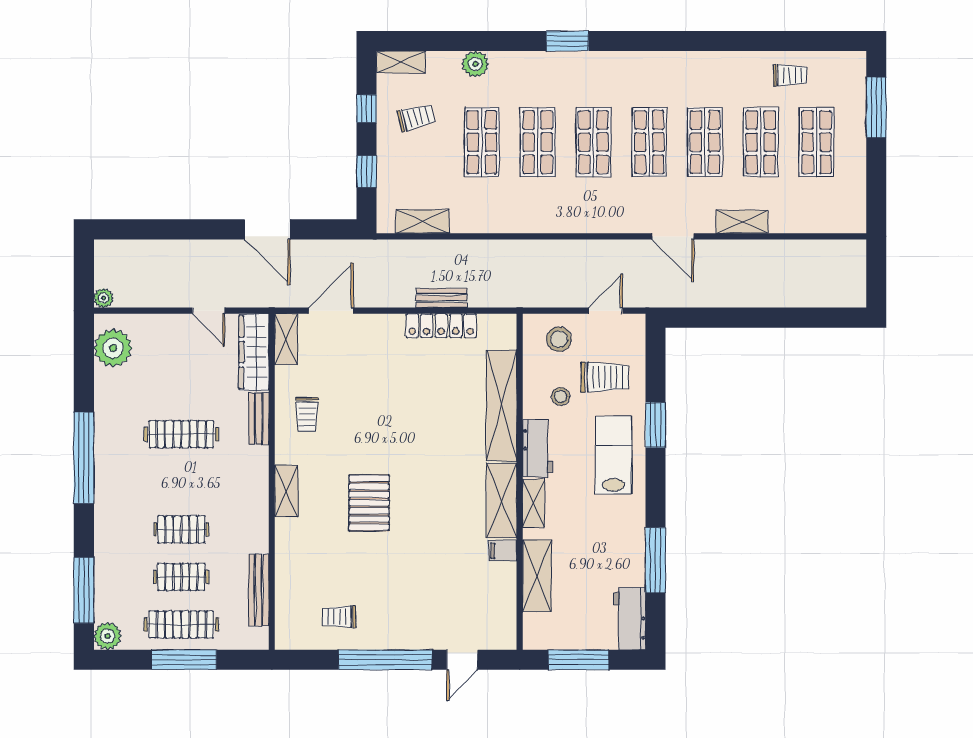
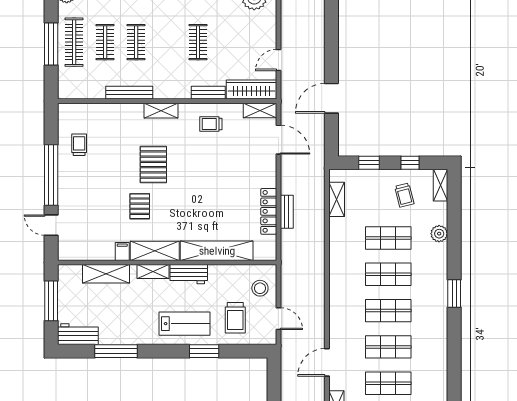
stool: (561, 396) -> (223, 289), removed
clothes rail: (181, 434) -> (198, 42), width x0.73
pallet: (369, 503) -> (153, 165), turned 90
pallet: (433, 524) -> (140, 206), added
bench: (259, 590) -> (129, 93), moved

